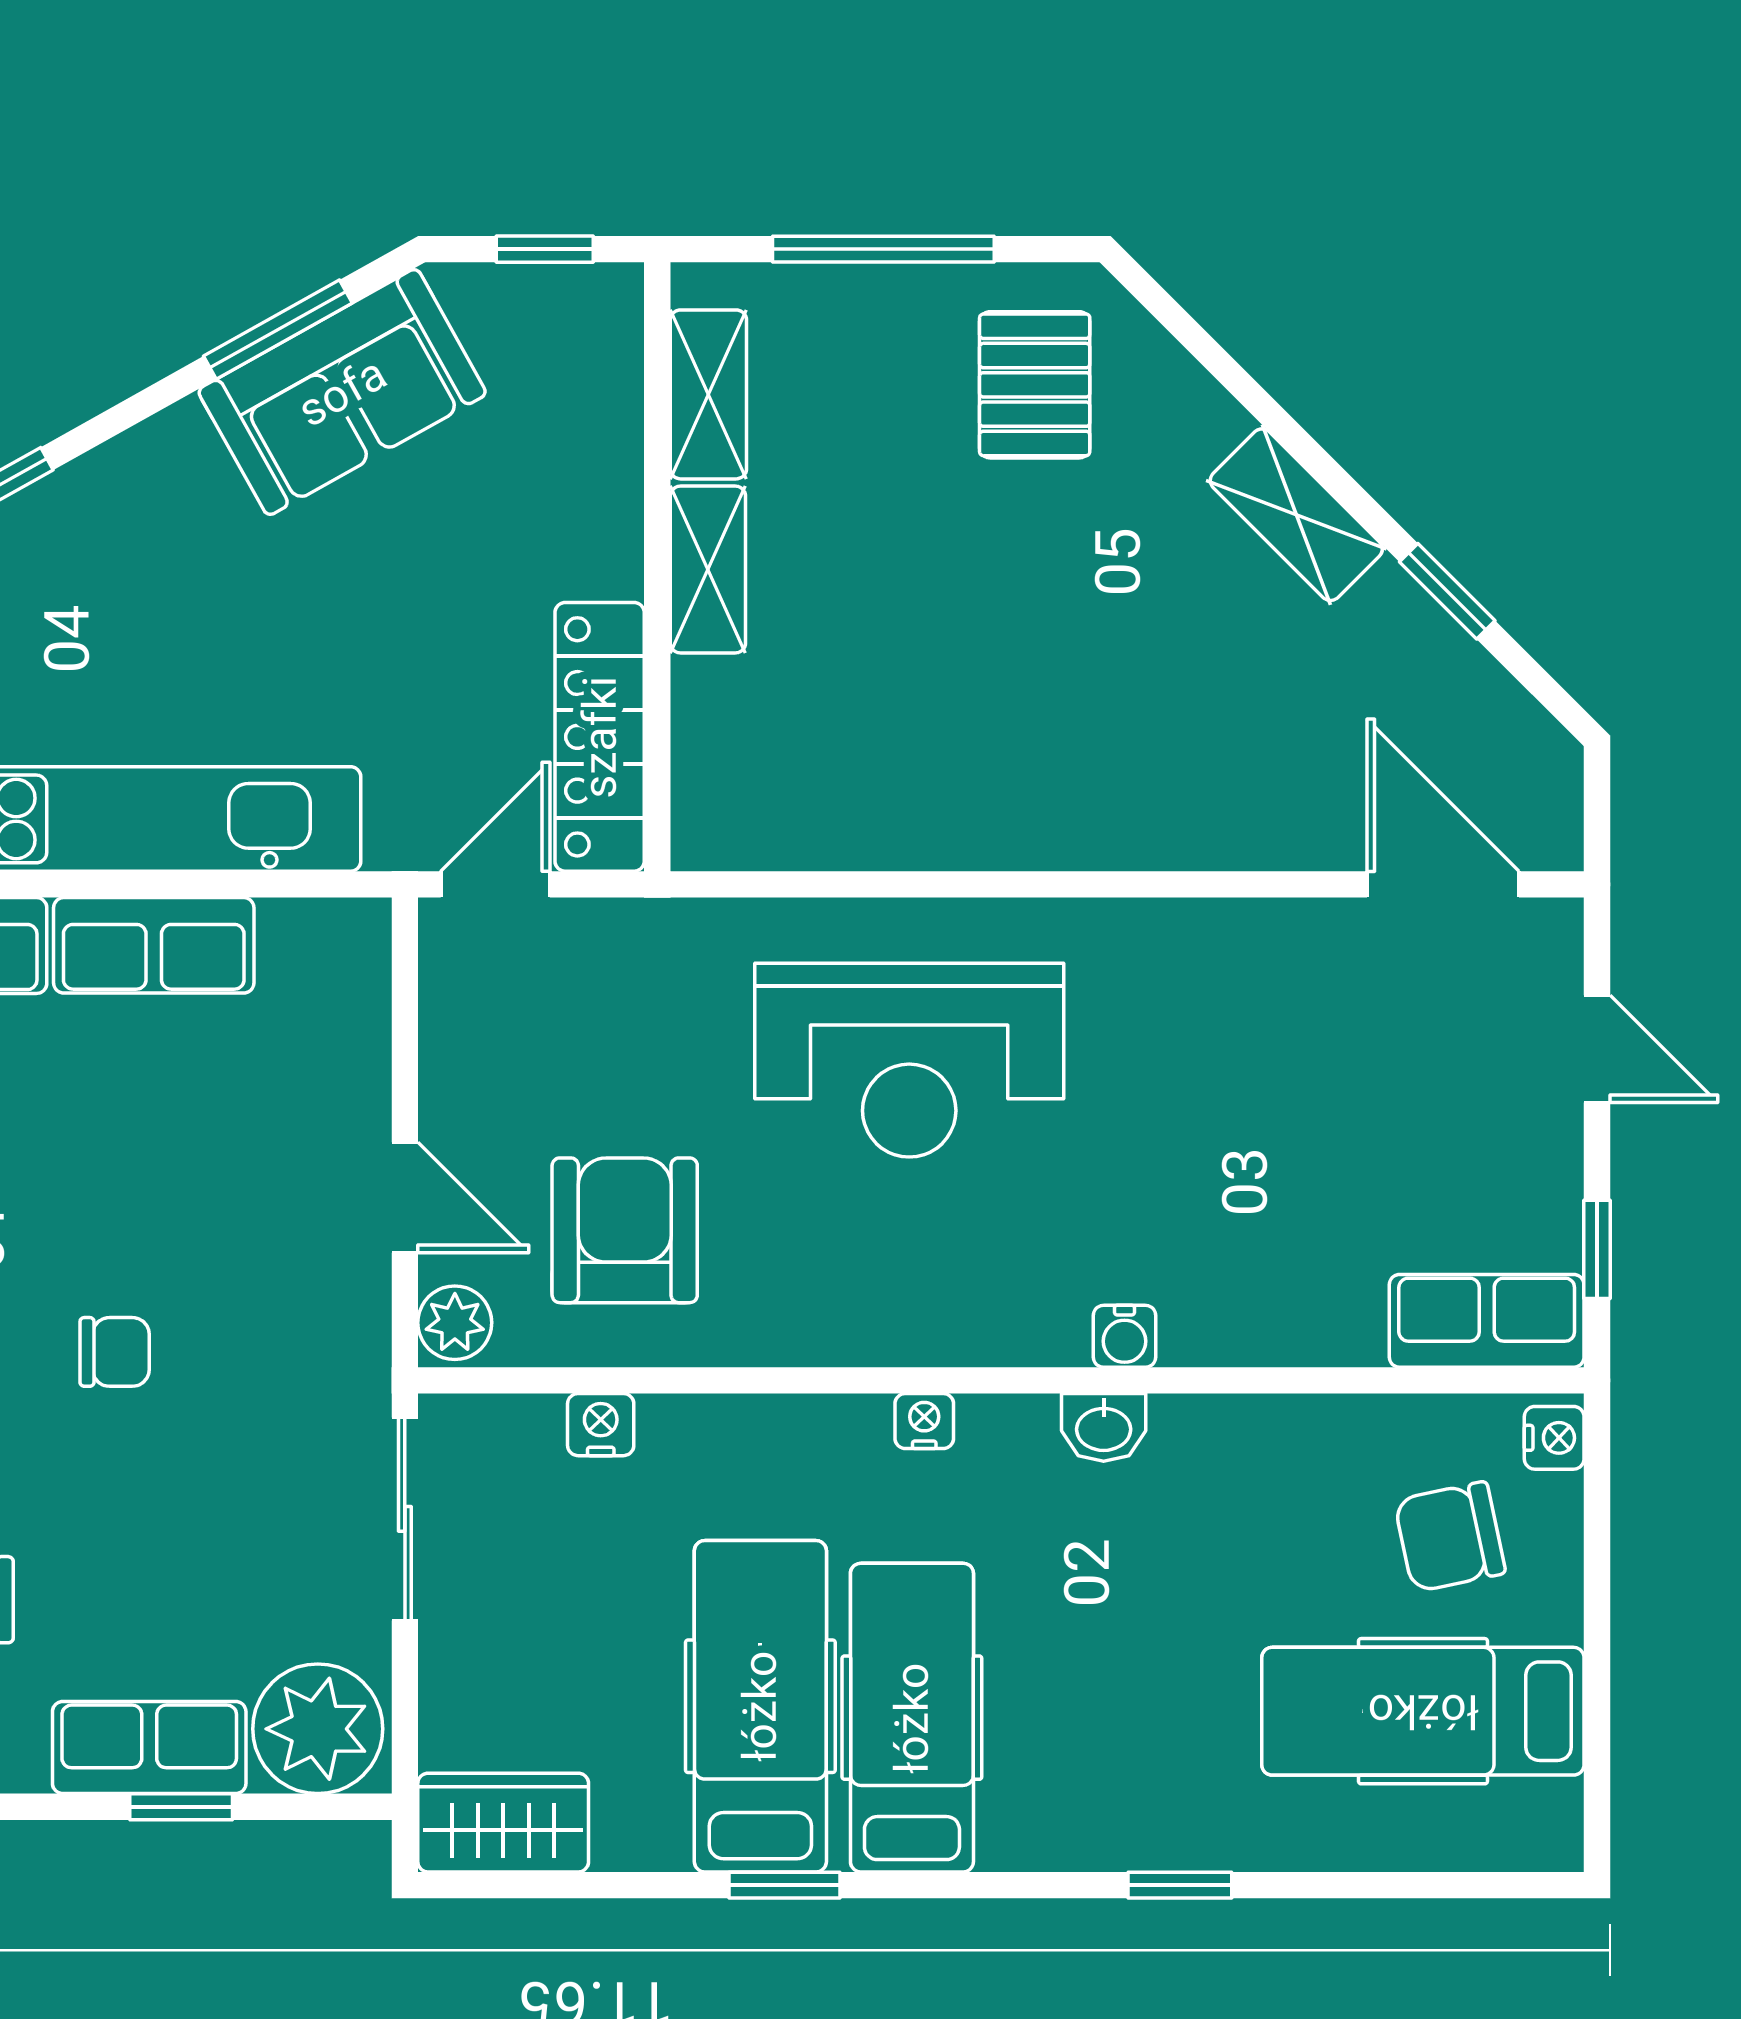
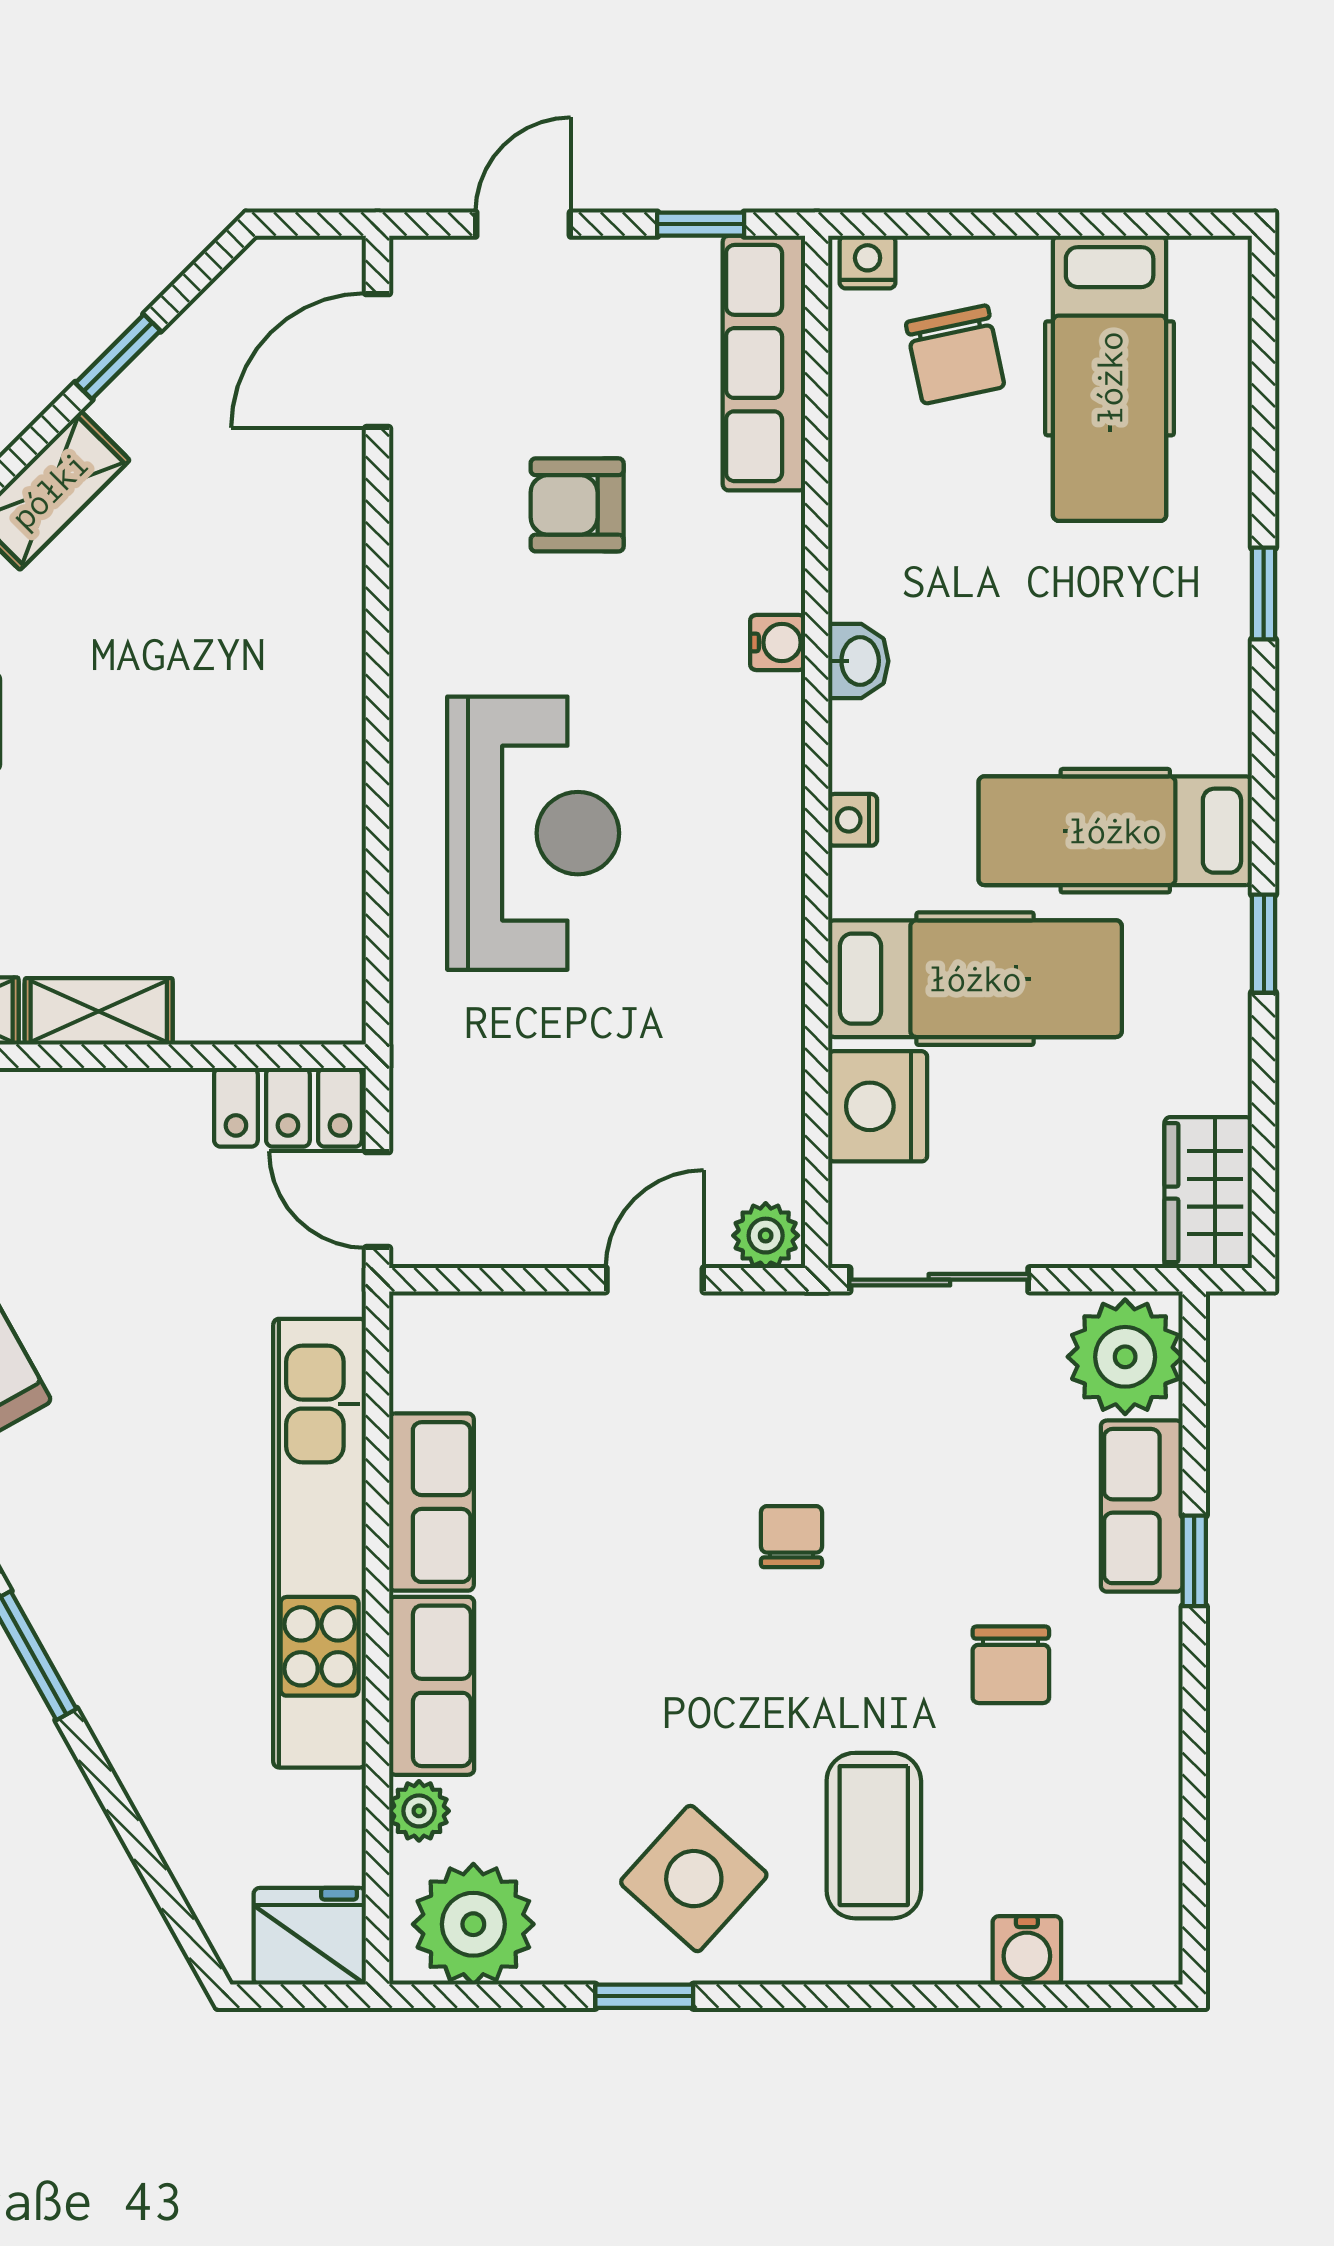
locker: (600, 737) -> (288, 1107), width x0.66
armchair: (625, 1230) -> (577, 505), moved, width x0.72, depth x0.72
row of seats: (1487, 1321) -> (764, 363), width x1.48
nightstand: (601, 1425) -> (878, 1106), width x1.89, depth x1.79
hospital bed: (760, 1706) -> (975, 979), moved, turned 180
window: (181, 1807) -> (1194, 1561), moved

